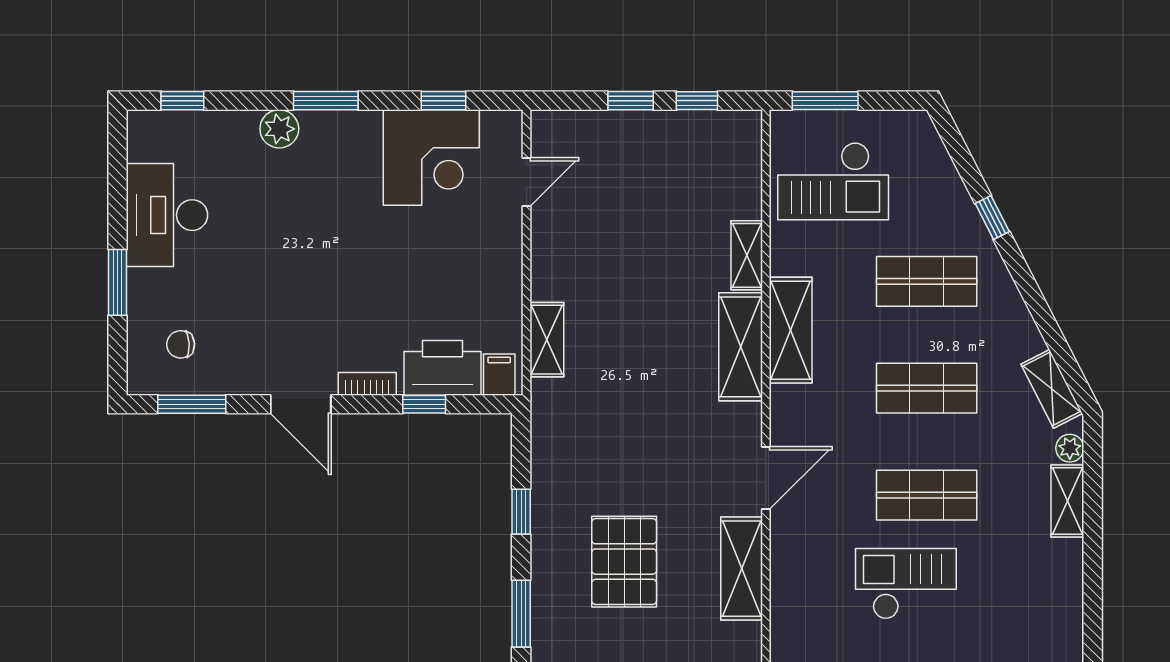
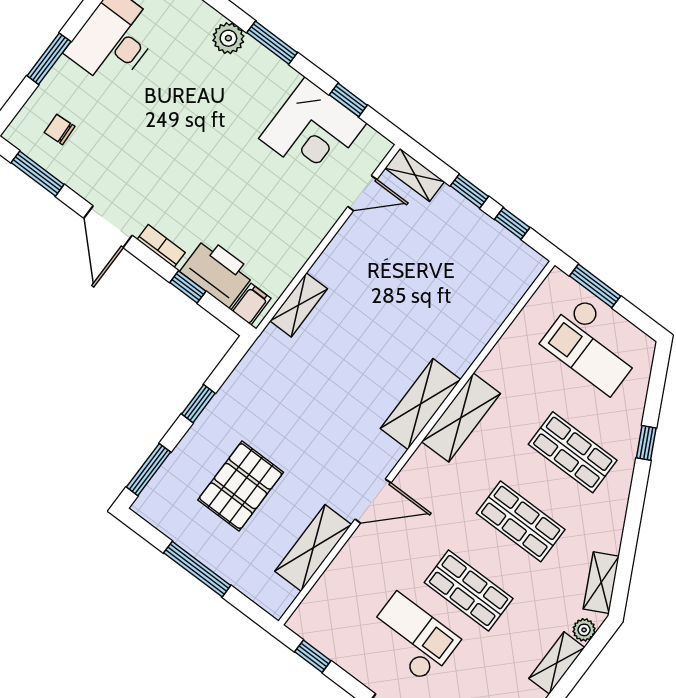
checkout: (833, 181) -> (594, 345), moved
shelving: (747, 255) -> (415, 175), moved, turned 90

